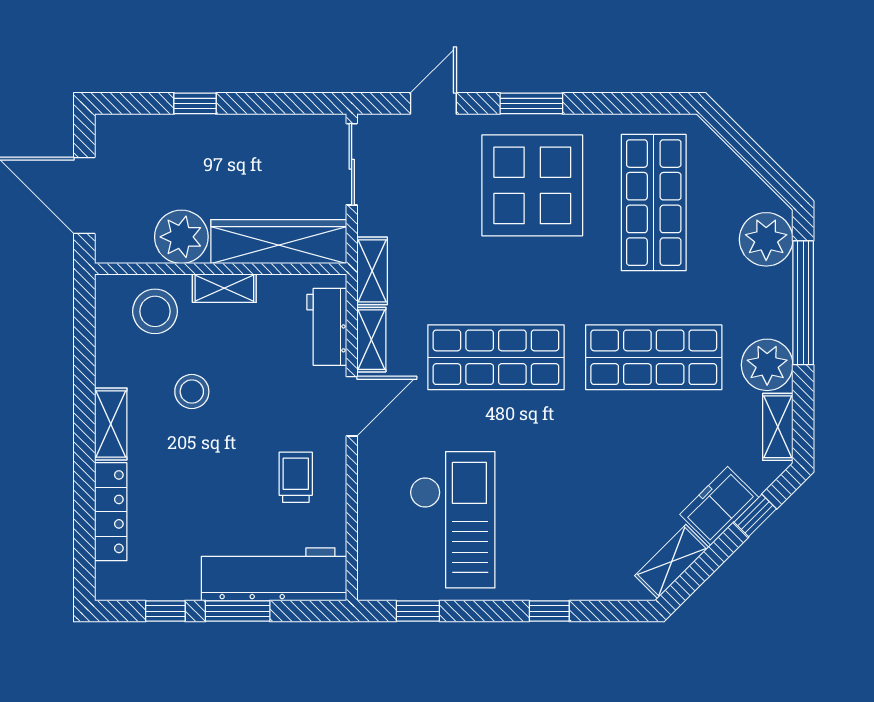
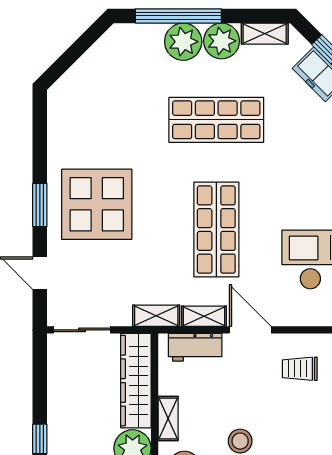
shop shelf: (654, 203) -> (109, 120), removed
plant: (766, 239) -> (183, 42), moved
shop shelf: (654, 357) -> (216, 120), turned 90

